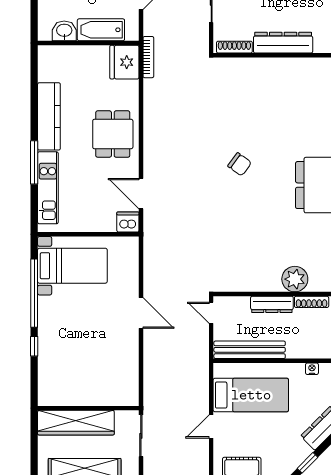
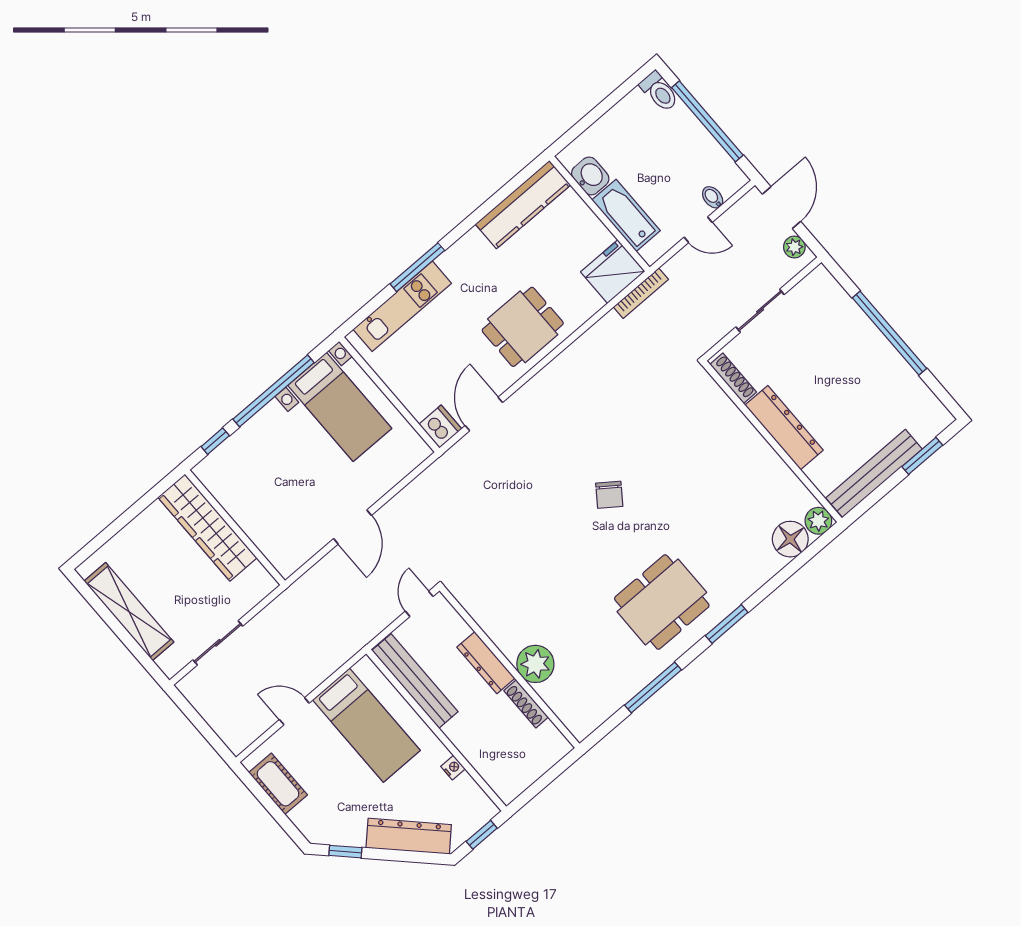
kitchen counter: (49, 116) -> (523, 205), moved
wall: (88, 408) -> (235, 527), moved
wardrobe: (76, 423) -> (207, 528), moved

